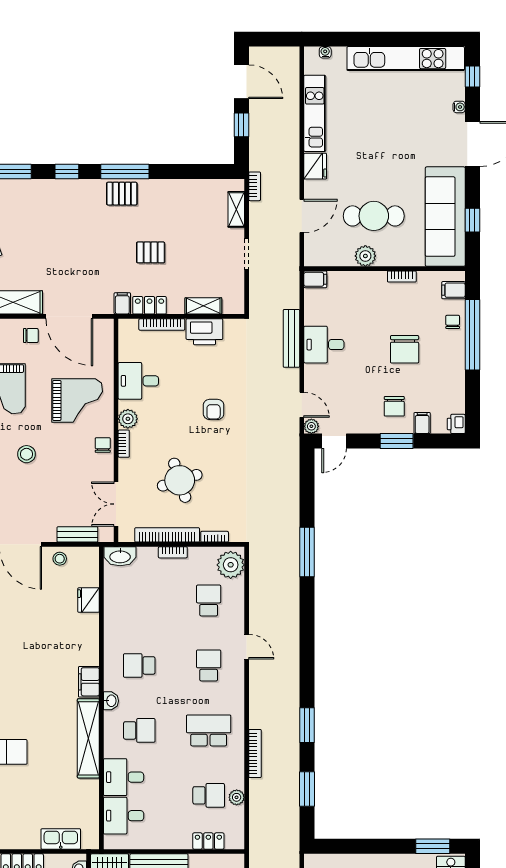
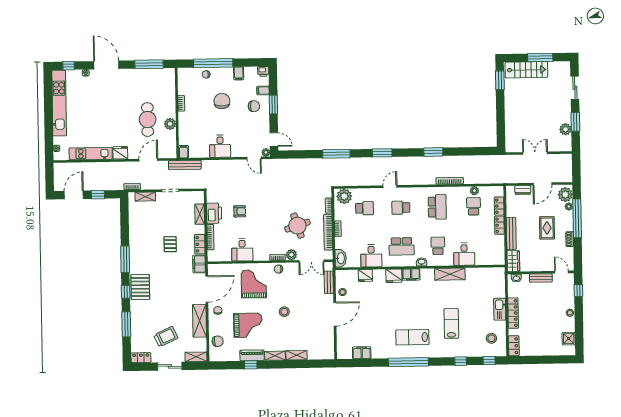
pallet: (122, 194) -> (140, 287), moved, width x1.50, depth x1.42
door: (302, 216) -> (148, 160), hinge flipped
sofa: (445, 217) -> (147, 80), removed
window: (472, 220) -> (149, 64), width x2.17
filing cabinet: (453, 290) -> (239, 73), moved
filing cabinet: (122, 303) -> (199, 264), width x2.00
bench: (291, 338) -> (185, 165), moved
chair: (405, 349) -> (222, 101), turned -90
door: (302, 405) -> (254, 158), swing flipped
armchair: (214, 409) -> (240, 211), moved
plant: (128, 419) -> (291, 255), moved
school desk: (209, 601) -> (364, 208), turned 180
fridge: (87, 651) -> (394, 276), added
school desk: (139, 665) -> (402, 246), width x1.85
school desk: (209, 730) -> (437, 207), turned 180
shelving: (88, 738) -> (450, 274), width x0.68
window: (307, 789) -> (382, 153), moved
desk: (124, 816) -> (371, 256), moved
kitchen sink: (61, 839) -> (500, 309), moved
locker: (174, 841) -> (499, 225), added

